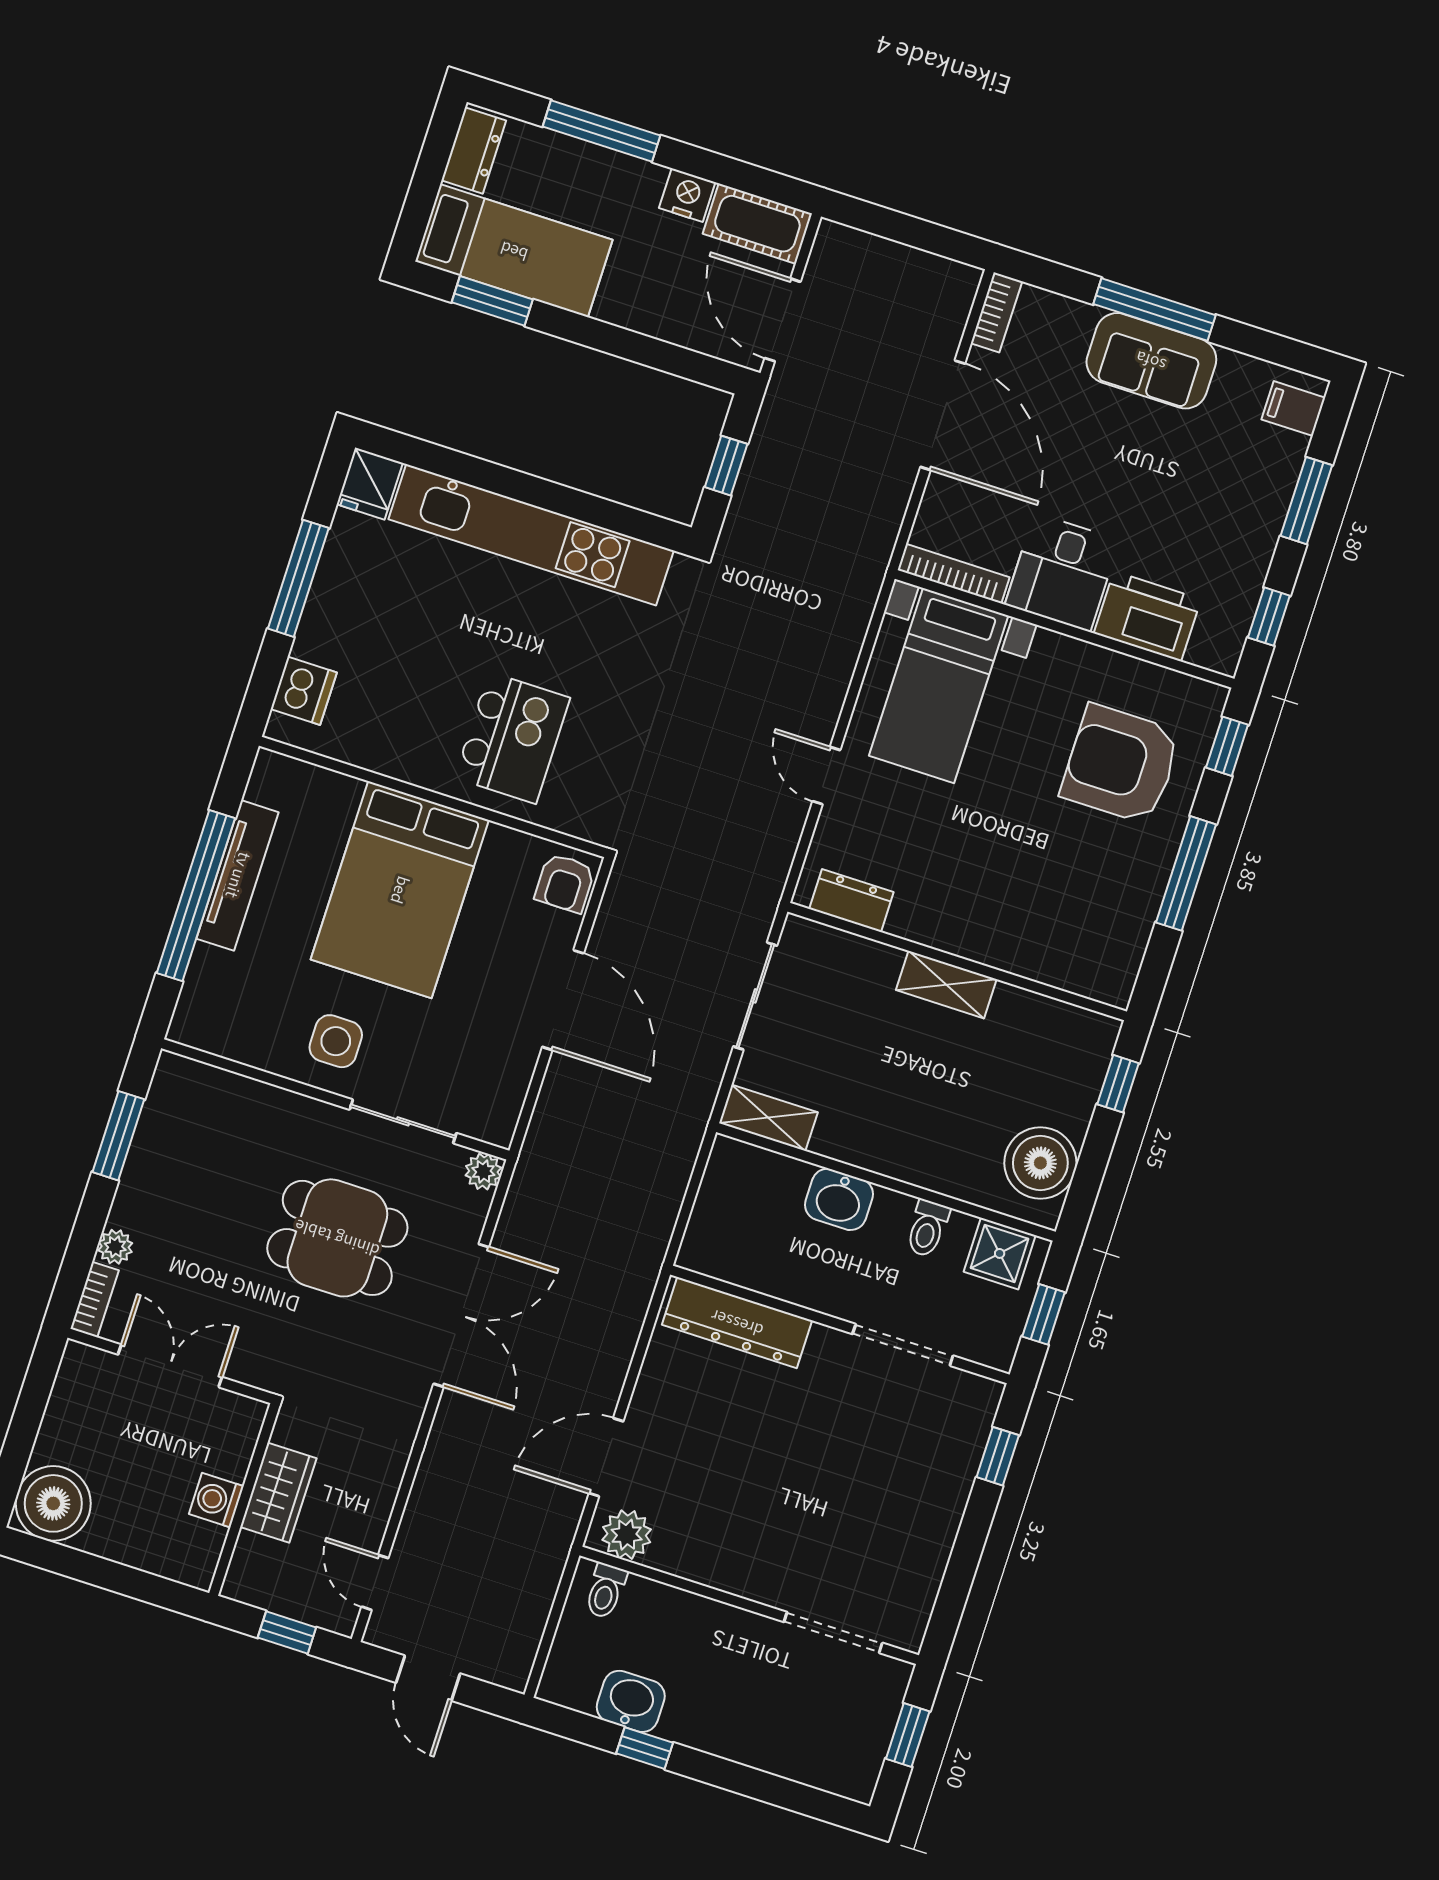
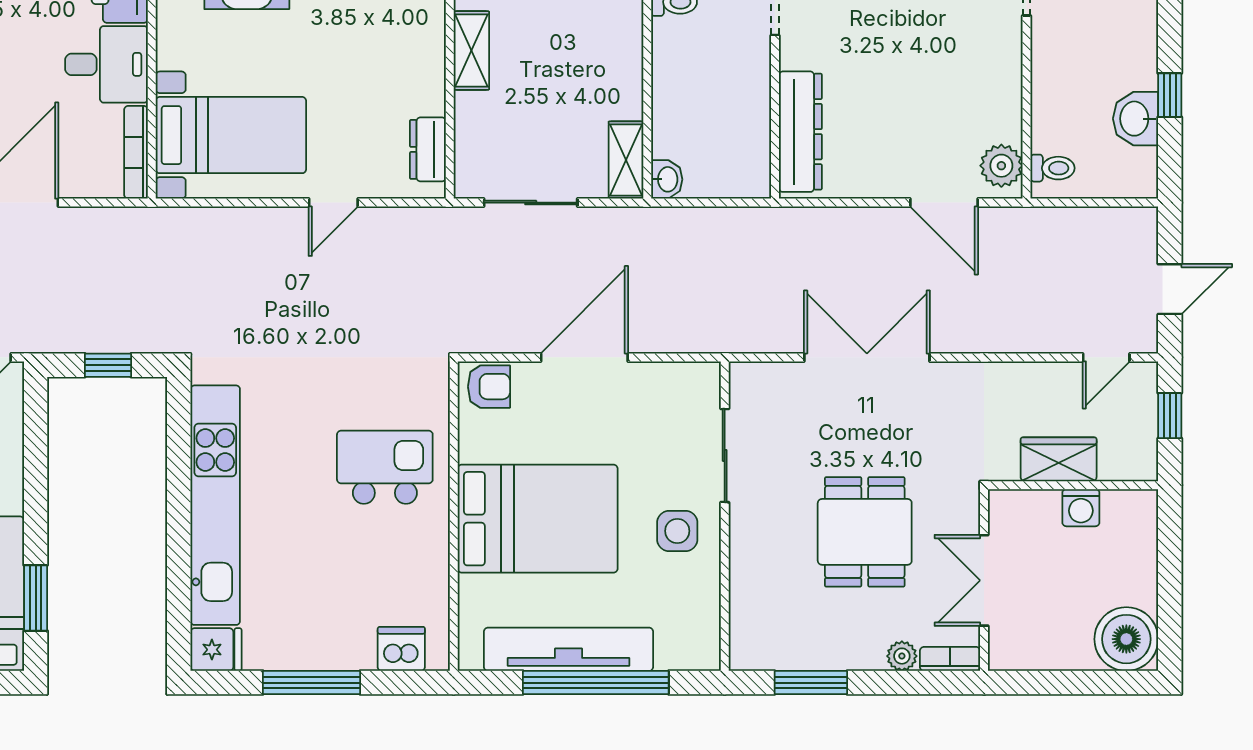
tv unit: (238, 875) -> (569, 649), width x1.36, depth x1.29
plant: (483, 1172) -> (744, 377), removed
washbasin: (839, 1199) -> (667, 179), moved, width x0.72, depth x0.69
dining table: (337, 1238) -> (865, 532), moved

